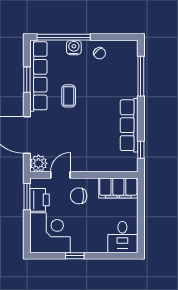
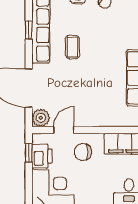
window: (27, 80) -> (29, 30), width x0.67
window: (27, 197) -> (29, 153), width x0.67

